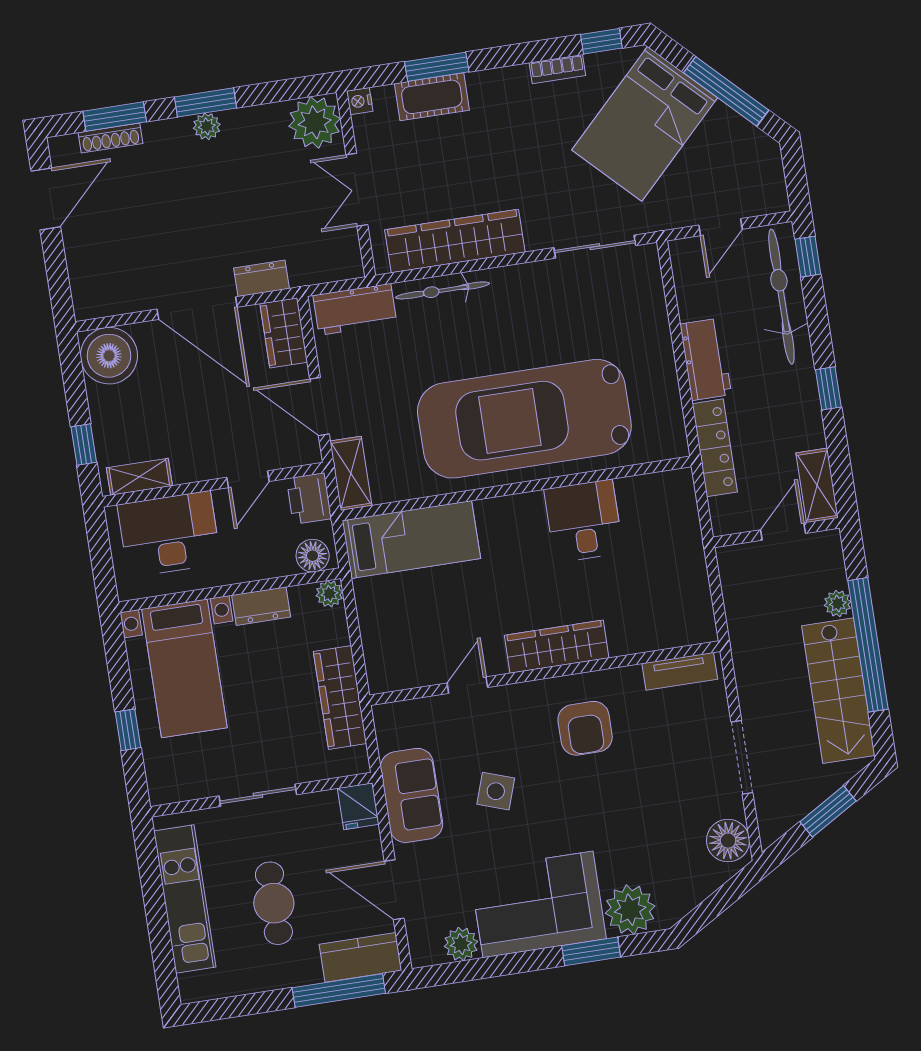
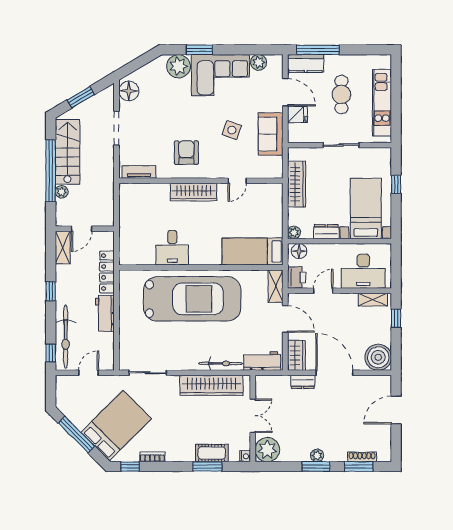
door: (46, 199) -> (396, 410), moved
fridge: (358, 806) -> (297, 115), moved, turned 90

